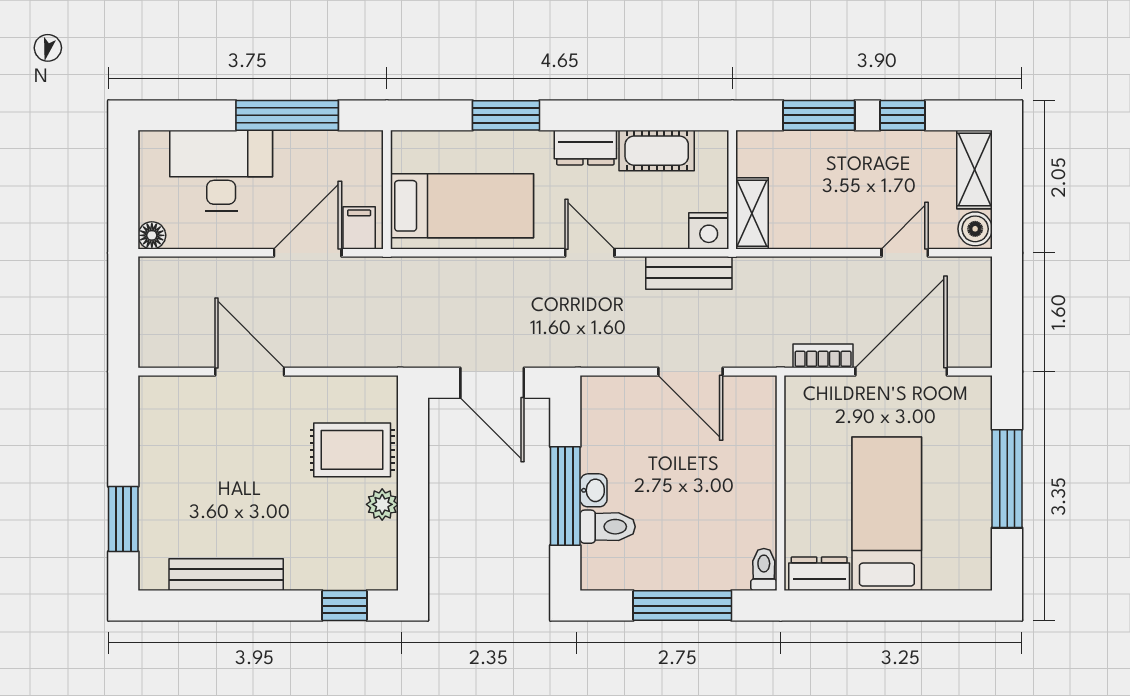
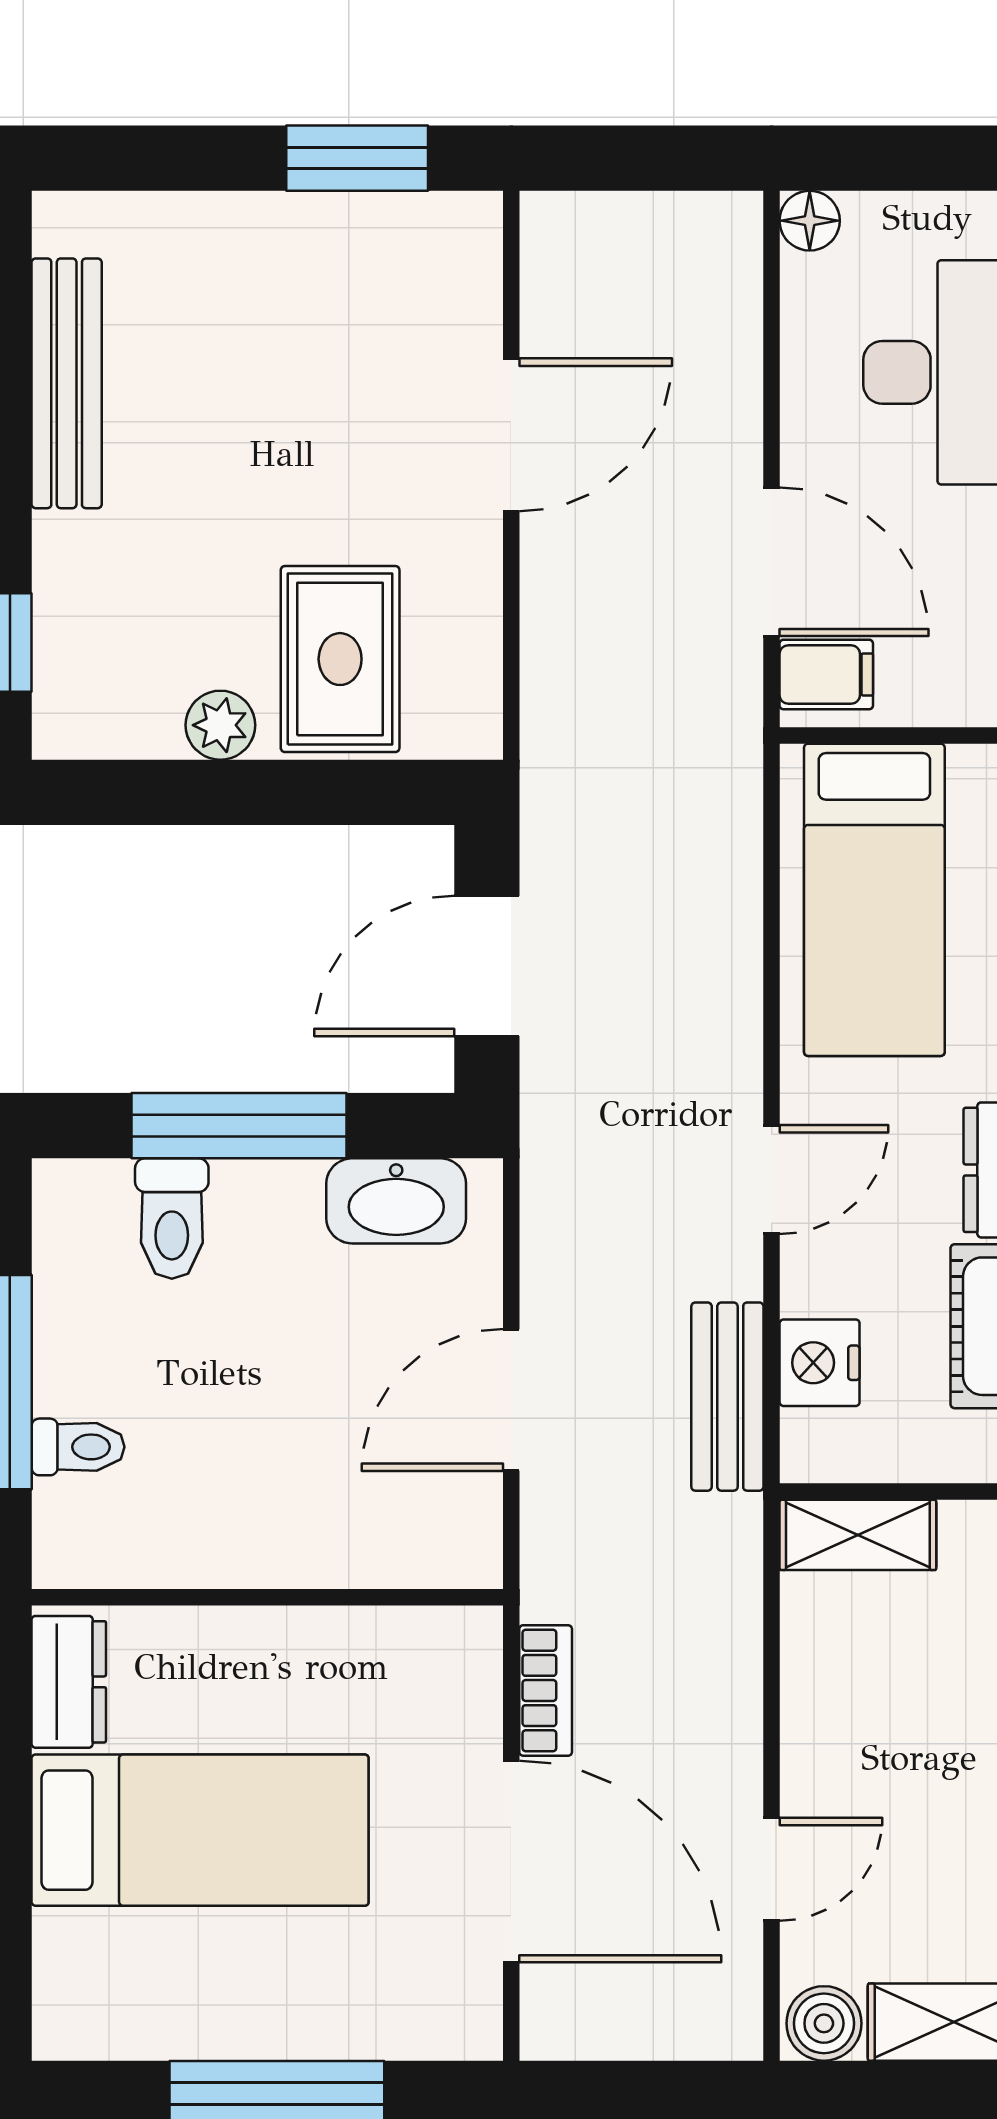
nightstand: (709, 231) -> (820, 1363), moved
door: (905, 253) -> (772, 1869), hinge flipped
washbasin: (593, 490) -> (396, 1201), moved, width x1.91, depth x1.45
window: (123, 519) -> (357, 158), moved
toilet: (764, 569) -> (78, 1447), moved

